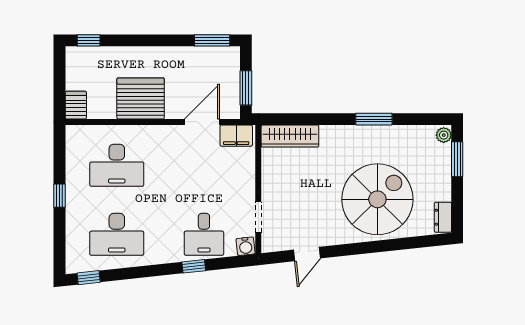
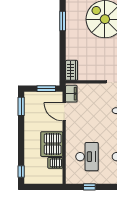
server rack: (76, 105) -> (55, 163), moved
wardrobe: (290, 136) -> (72, 70), width x0.67
window: (60, 196) -> (89, 187), moved

